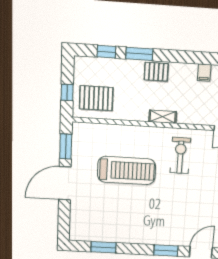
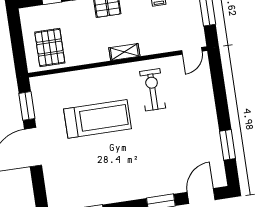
window: (67, 92) -> (18, 48), removed
pallet: (96, 98) -> (50, 48), turned 90

